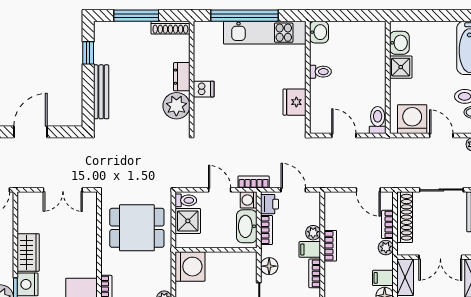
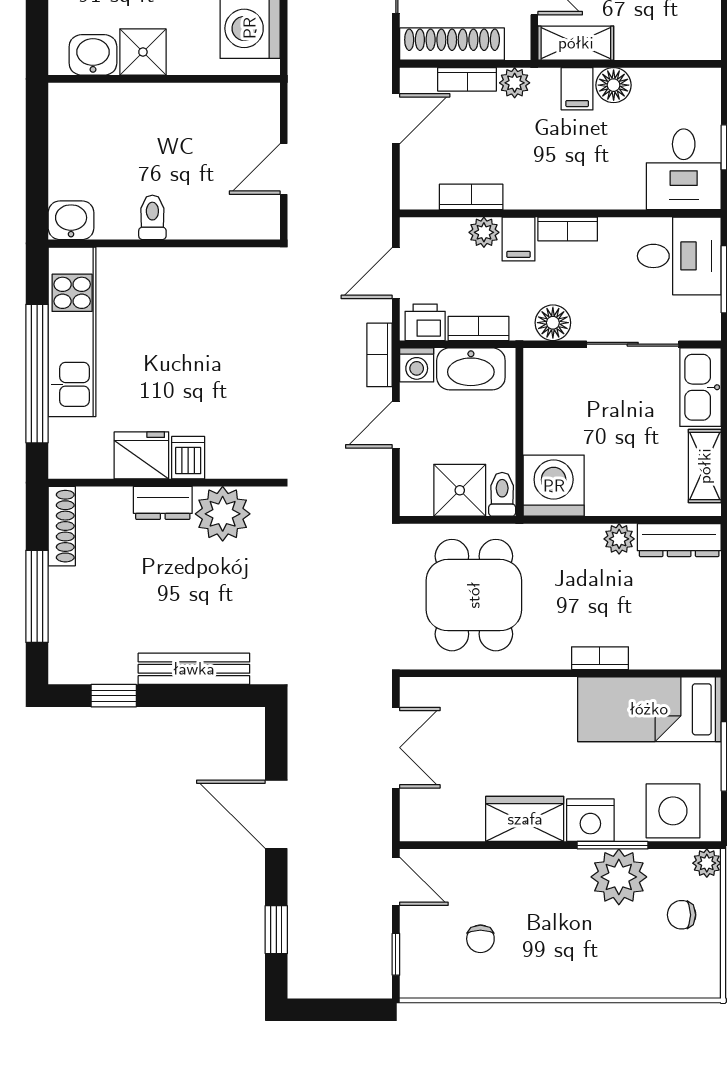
fridge: (295, 102) -> (141, 455), moved, turned 180
toilet: (378, 120) -> (252, 100), removed
toilet: (186, 200) -> (502, 494), moved
bookcase: (330, 246) -> (471, 197), moved

